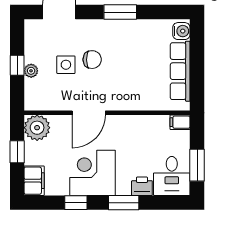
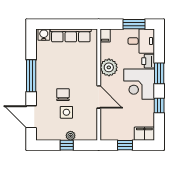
window: (120, 12) -> (31, 76), width x1.44
plant: (37, 128) -> (109, 67), moved
corner desk: (92, 173) -> (139, 84), moved

